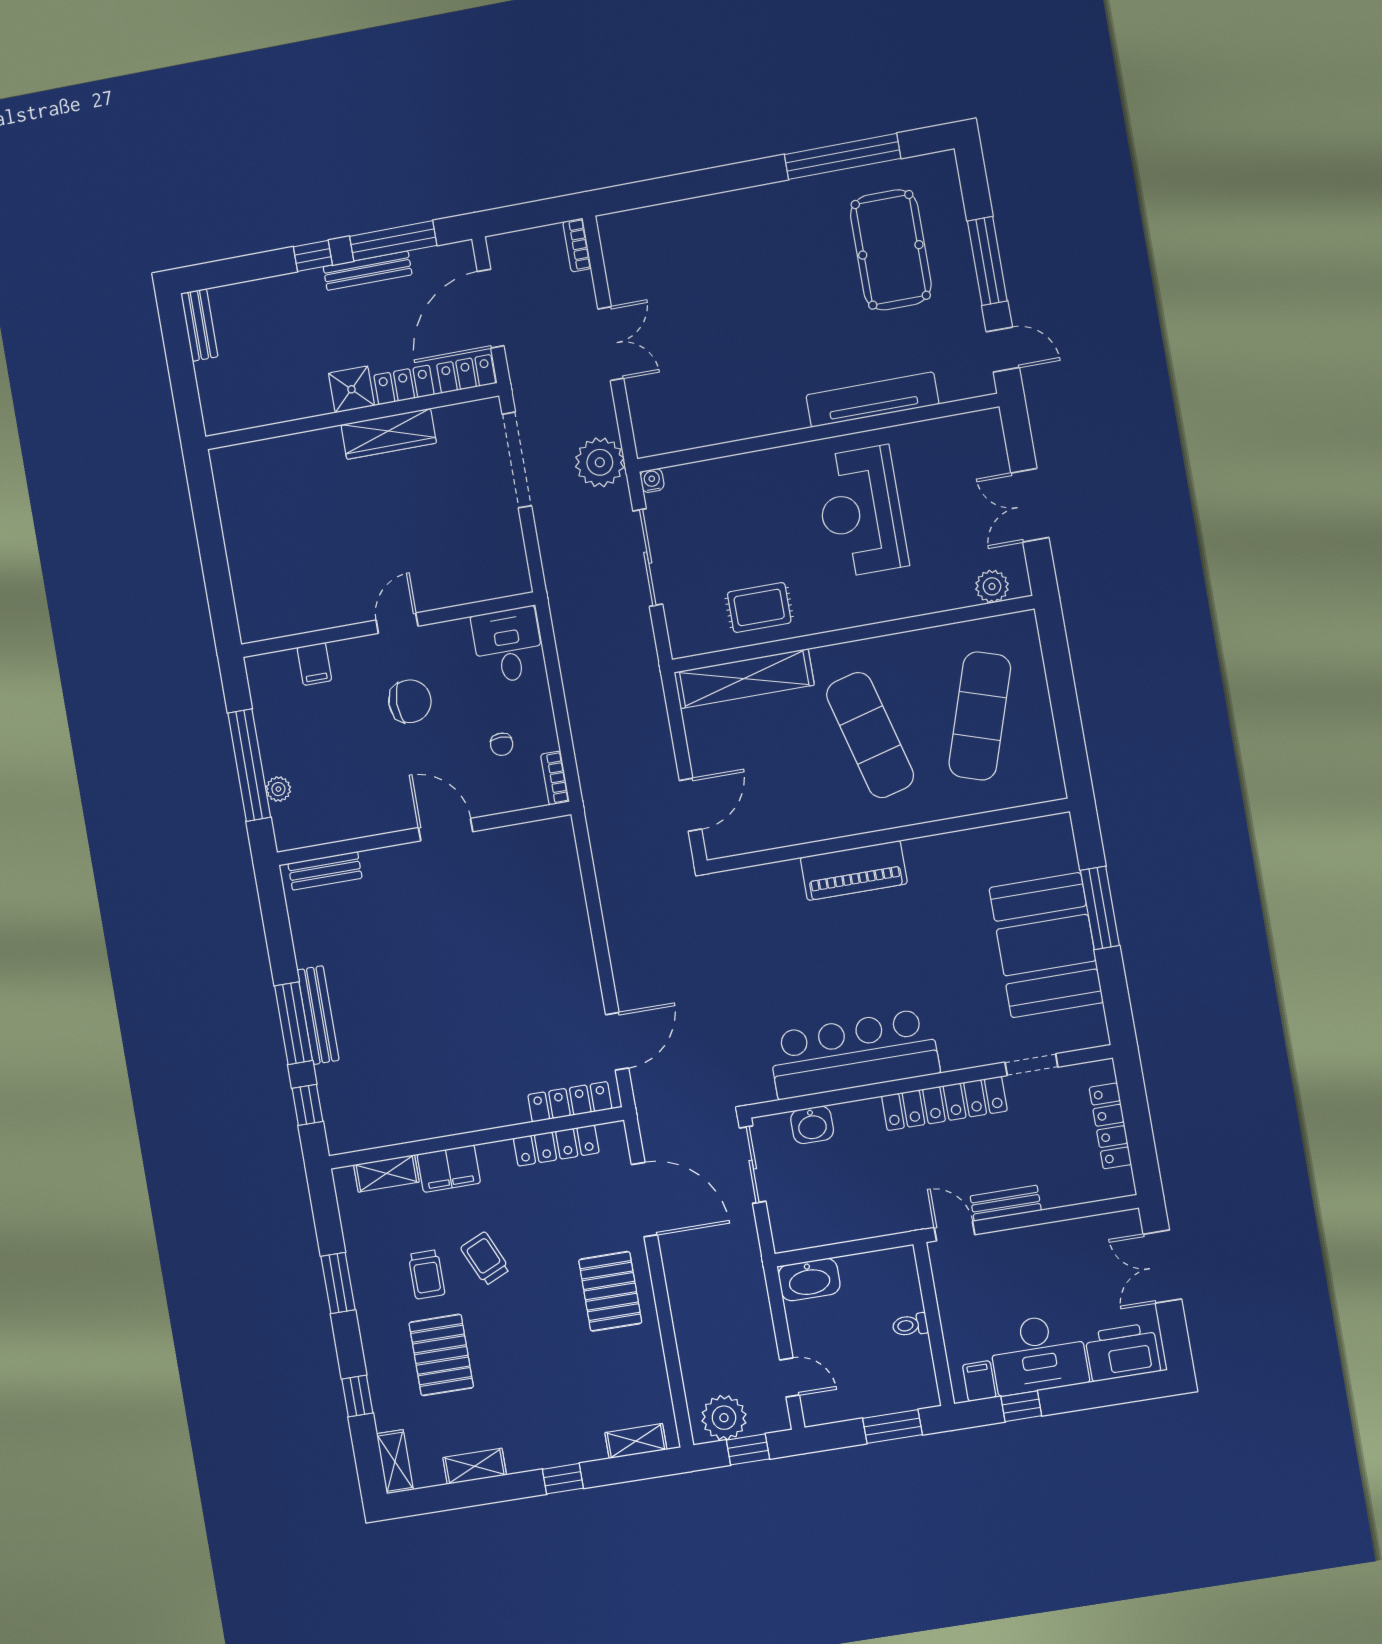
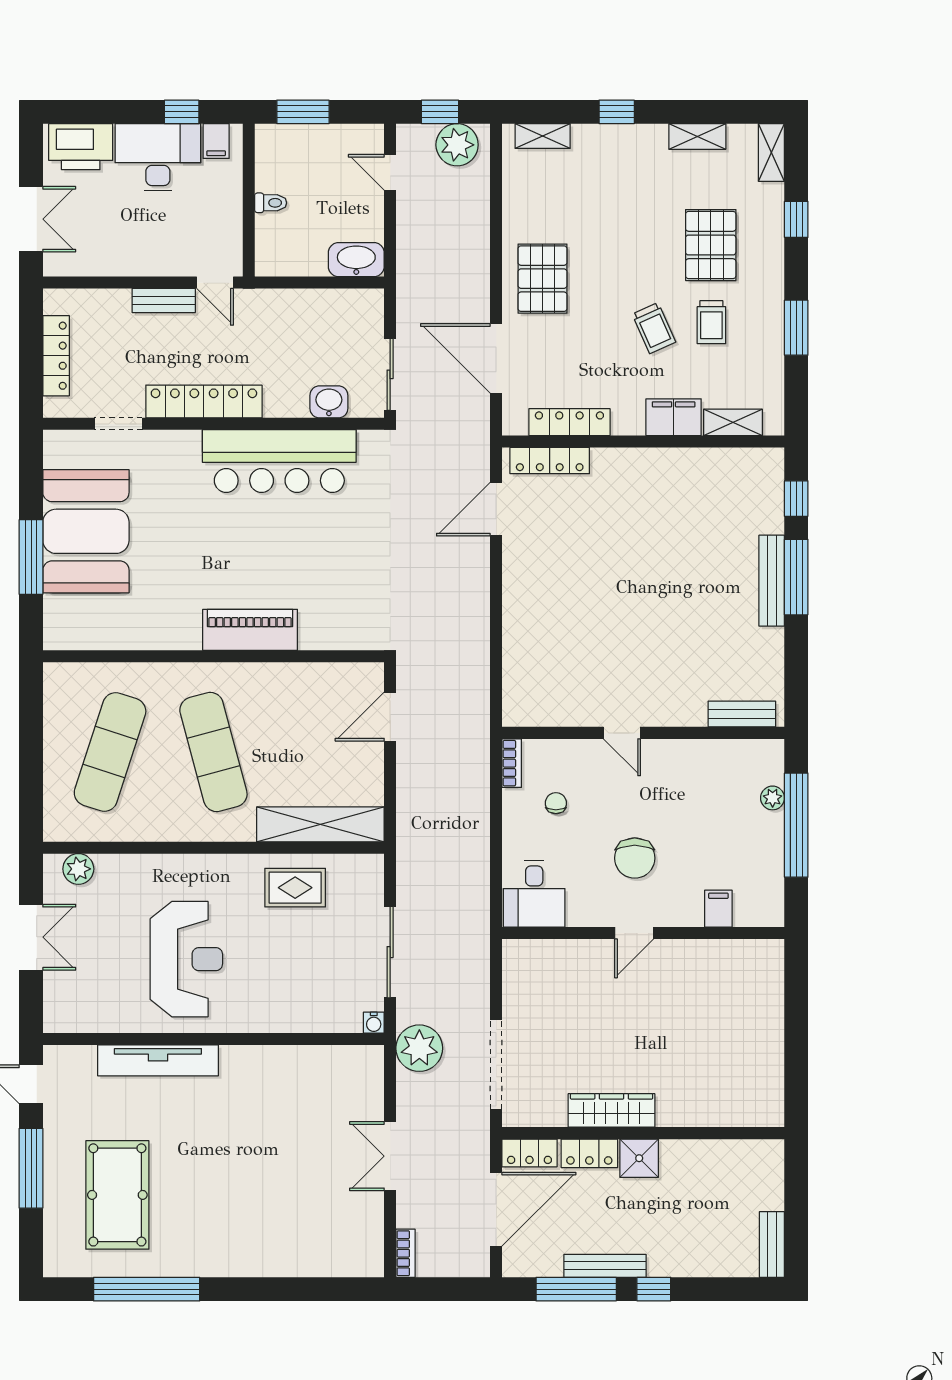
chair: (410, 701) -> (635, 858), turned -90
door: (446, 830) -> (622, 733), width x0.73
trolley: (427, 1274) -> (711, 322), turned 180

